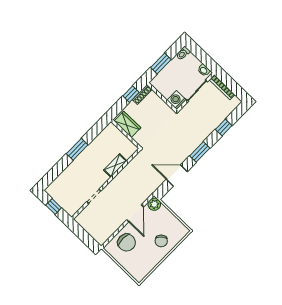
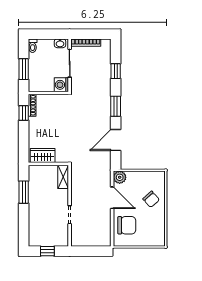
wardrobe: (127, 124) -> (43, 156), moved
wall: (126, 134) -> (48, 164), moved

